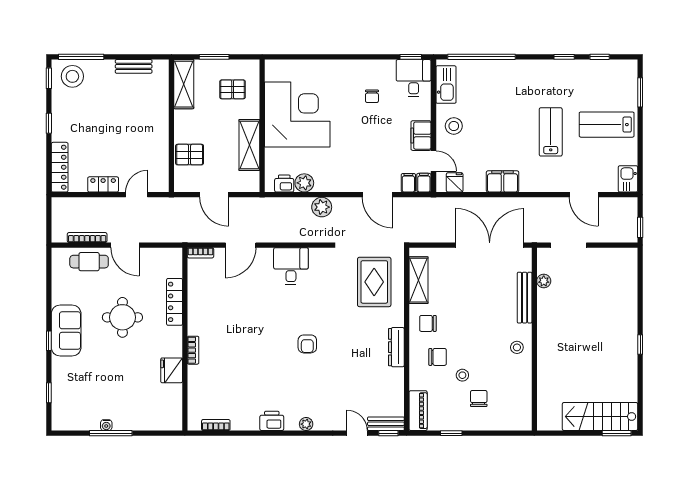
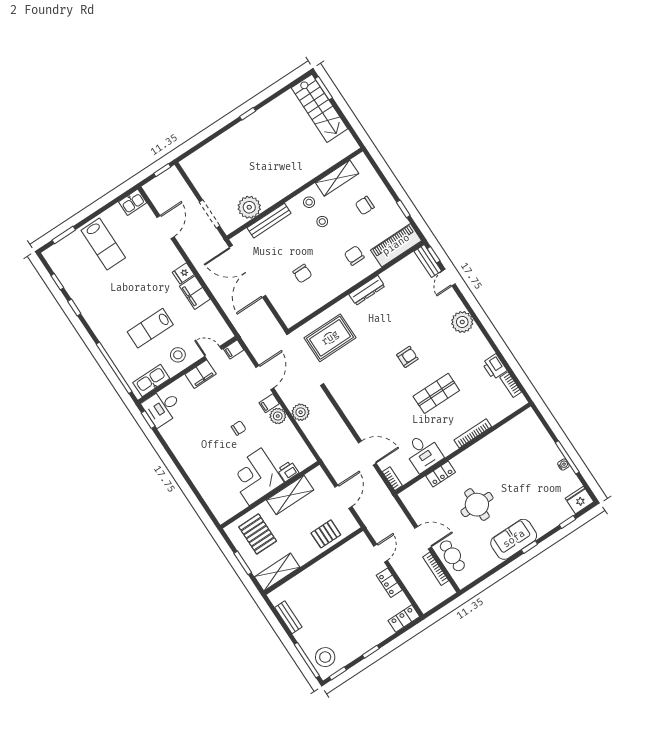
pallet: (233, 89) -> (258, 534), width x1.50, depth x1.42
chair: (372, 96) -> (239, 428), moved
corner desk: (297, 114) -> (255, 477), width x0.74, depth x0.74
lab bench: (551, 132) -> (150, 328), moved
pallet: (190, 155) -> (326, 534), turned 90
door: (433, 161) -> (213, 353), hinge flipped
locker: (60, 167) -> (404, 619), width x0.66
fridge: (455, 182) -> (183, 273), moved
plant: (304, 183) -> (278, 416), moved
filing cabinet: (408, 183) -> (269, 403), moved
printer: (284, 184) -> (288, 471), moved, turned 90
door: (137, 195) -> (381, 553), swing flipped
door: (125, 245) -> (423, 538), hinge flipped
desk: (291, 266) -> (423, 453), moved, turned -90
shelving: (419, 280) -> (337, 178), moved
plant: (544, 281) -> (249, 207), width x1.87, depth x1.87
locker: (175, 302) -> (441, 474), width x0.66
chair: (428, 323) -> (302, 274), moved
shop shelf: (254, 349) -> (436, 393), added
bookcase: (193, 350) -> (473, 433), width x1.56
fridge: (172, 370) -> (580, 500), moved, turned 180
stool: (462, 375) -> (322, 222), moved
piano: (418, 411) -> (396, 245), width x1.37, depth x1.33
printer: (272, 421) -> (494, 367), moved
plant: (306, 424) -> (462, 322), width x1.88, depth x1.88

